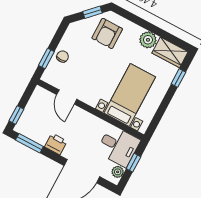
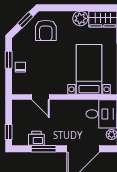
window: (46, 58) -> (9, 60), moved
window: (29, 143) -> (44, 149), moved
printer: (56, 144) -> (36, 138), moved

